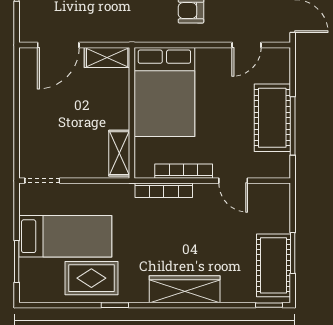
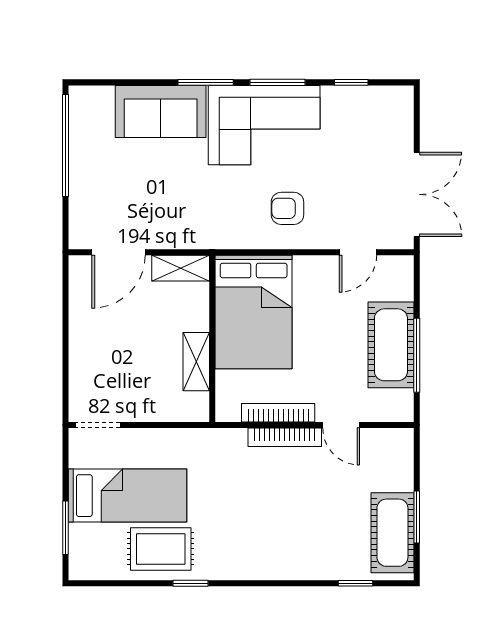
shelving: (119, 153) -> (196, 362), moved
bookcase: (164, 190) -> (285, 437), moved
wardrobe: (185, 289) -> (279, 563), removed
window: (269, 305) -> (356, 583), moved

